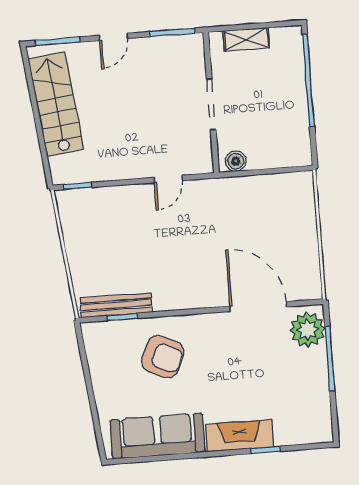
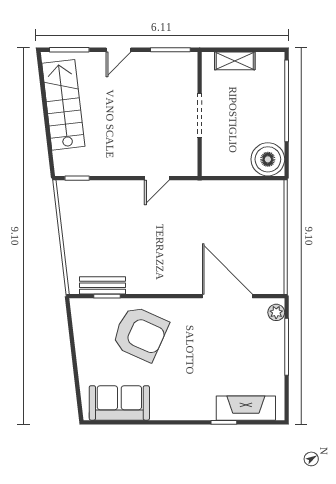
boiler: (236, 161) -> (268, 159), moved, width x1.86, depth x1.86
bench: (116, 305) -> (103, 285), width x0.73
plant: (308, 330) -> (276, 312), width x0.53, depth x0.53
armchair: (163, 357) -> (140, 334), width x1.36, depth x1.36
sofa: (158, 436) -> (119, 403), width x0.73
fireplace: (240, 436) -> (246, 408), moved

